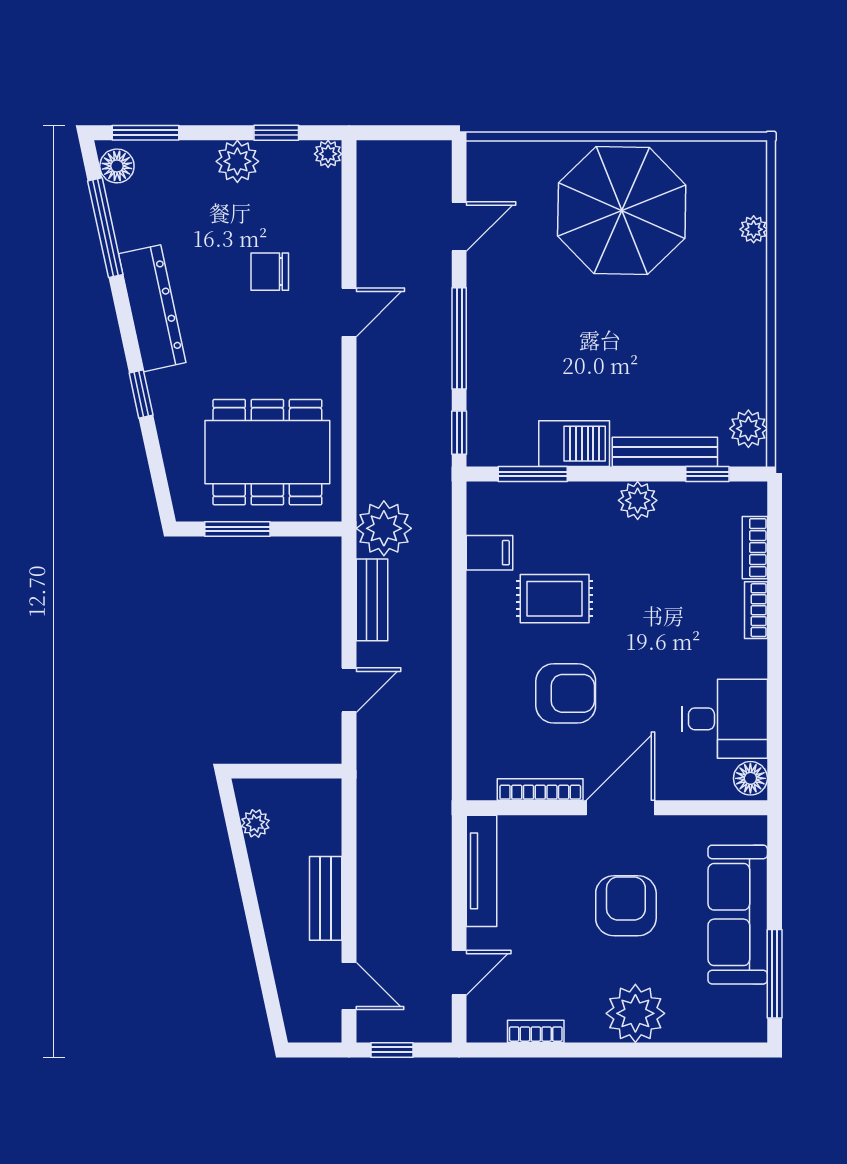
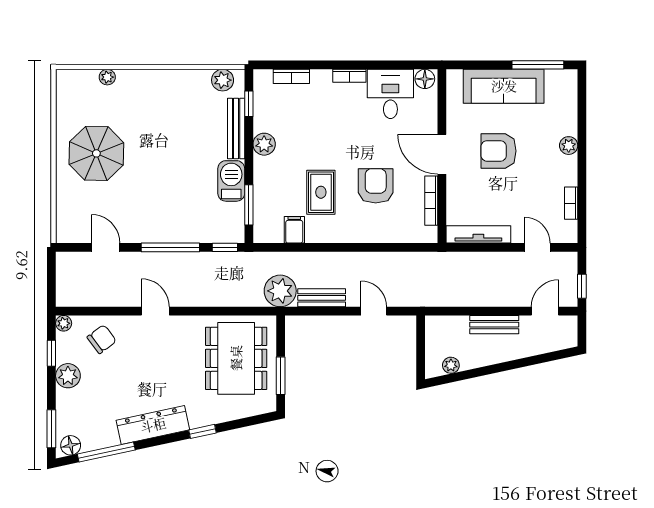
parasol: (622, 211) -> (96, 153), width x0.73, depth x0.73
chair: (270, 272) -> (102, 339), moved, turned -127
bookcase: (756, 610) -> (349, 76), moved
plant: (635, 1013) -> (569, 146), width x0.53, depth x0.53

